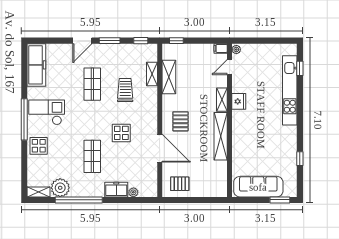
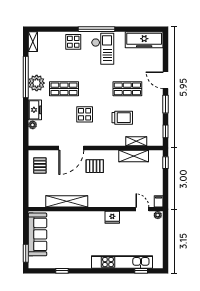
shelving: (222, 100) -> (114, 202), removed
shelving: (221, 136) -> (67, 201), moved
plant: (60, 188) -> (37, 83), moved

